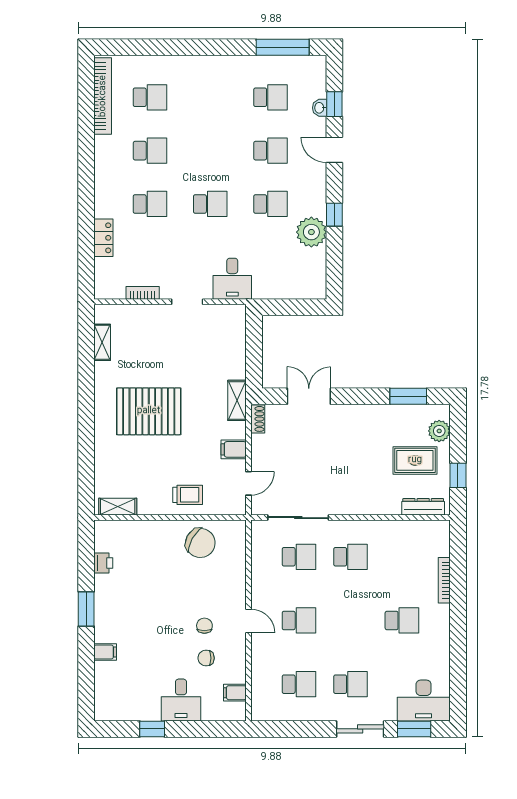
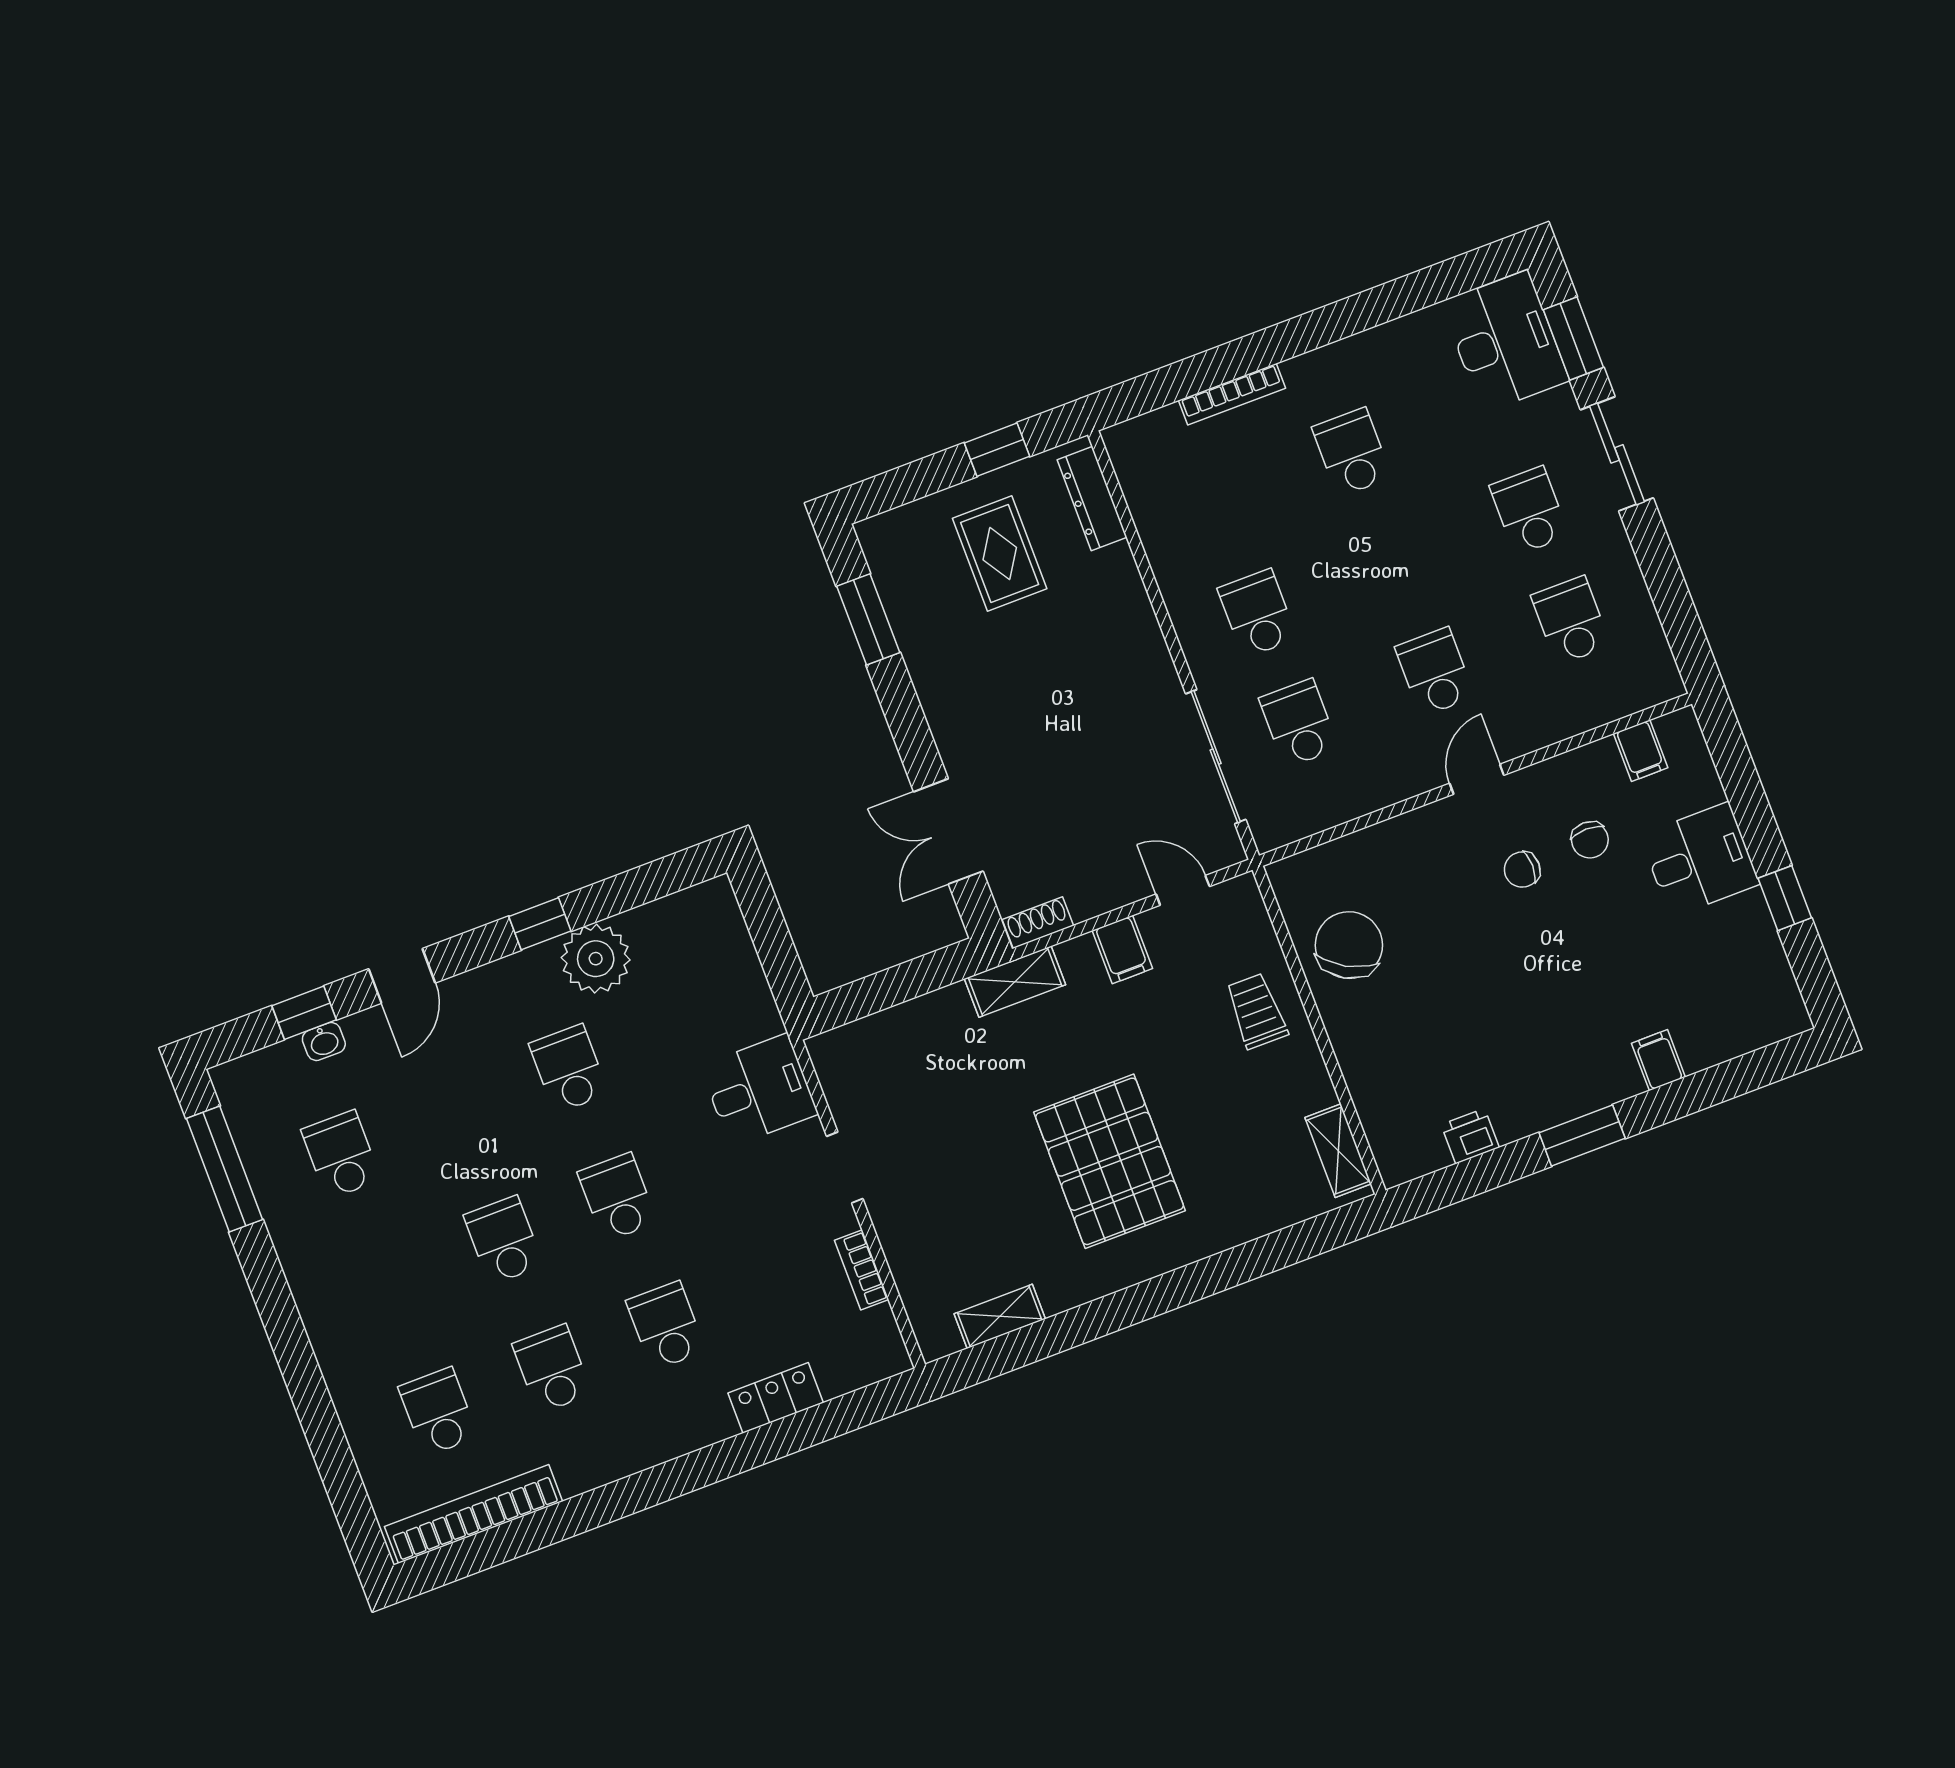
school desk: (270, 151) -> (503, 1240), moved
plant: (439, 431) -> (917, 526), removed

